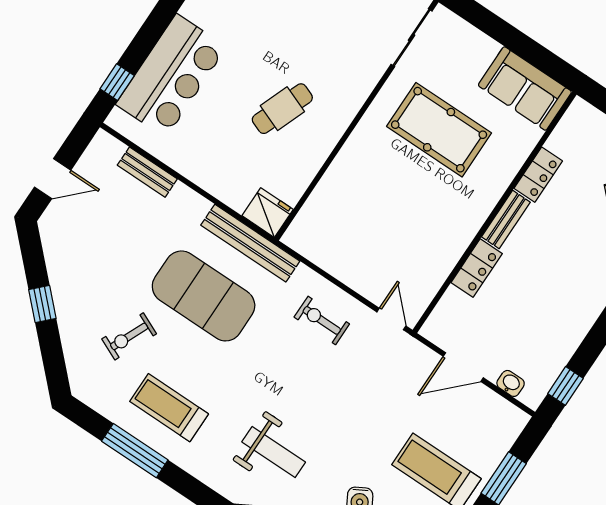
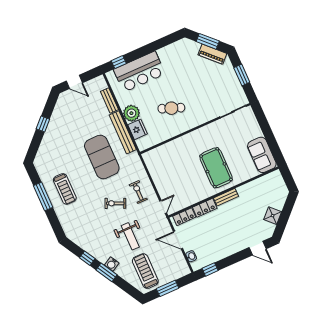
pool table: (439, 130) -> (216, 168), moved
plant: (208, 169) -> (131, 113), added
locker: (538, 175) -> (184, 217), moved
fridge: (268, 213) -> (138, 129), moved
bench: (250, 243) -> (123, 132), moved
exercise bike: (129, 336) -> (115, 203), moved
treadmill: (169, 408) -> (65, 189), turned 180
weight bench: (274, 452) -> (130, 236), moved

